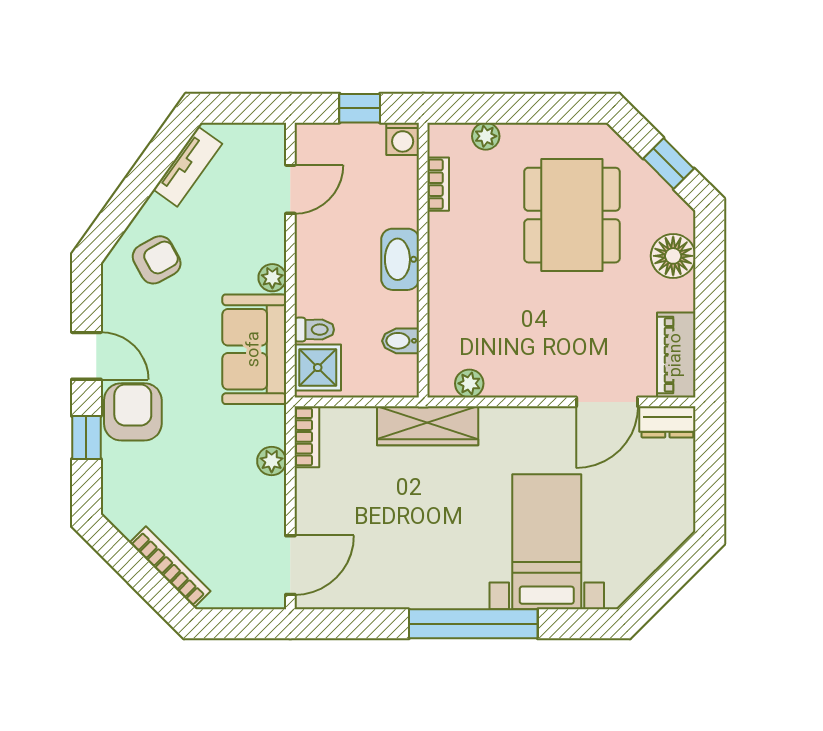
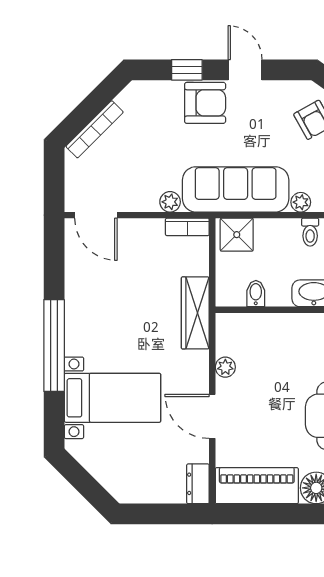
toilet: (314, 330) -> (310, 232), moved
sofa: (254, 349) -> (236, 189), width x1.36
piano: (676, 355) -> (257, 486), width x1.37, depth x1.33
door: (86, 356) -> (245, 70), swing flipped
plant: (469, 383) -> (225, 367), moved
door: (607, 402) -> (212, 416), moved

